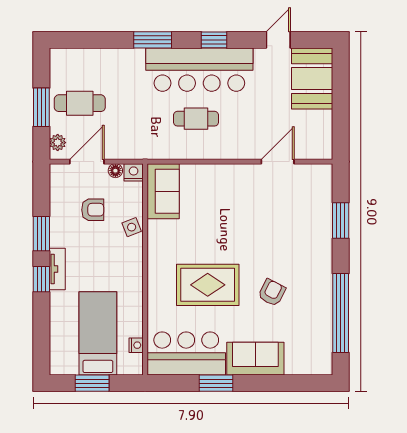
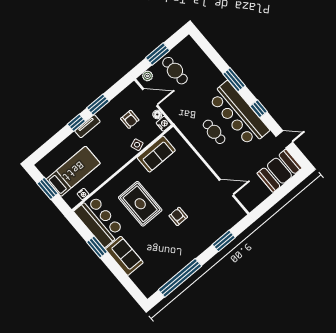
sofa: (163, 191) -> (156, 154), moved
armchair: (272, 293) -> (178, 216), moved, turned -117

